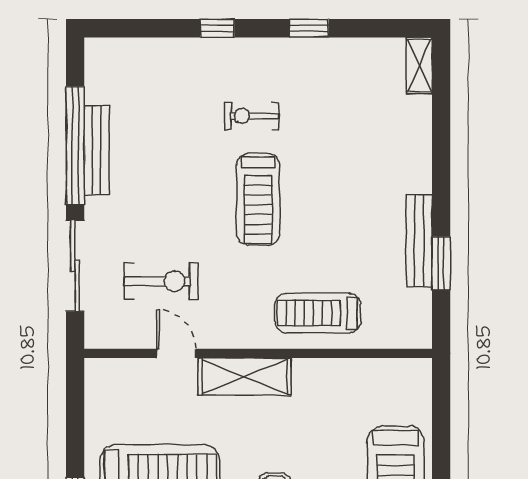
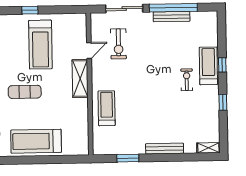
treadmill: (258, 199) -> (208, 66), moved, turned 90
bench: (419, 241) -> (165, 149), moved

